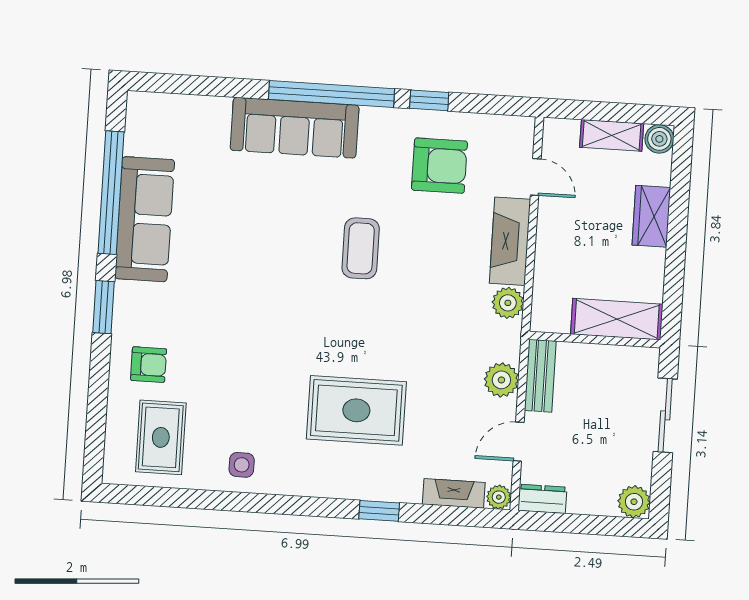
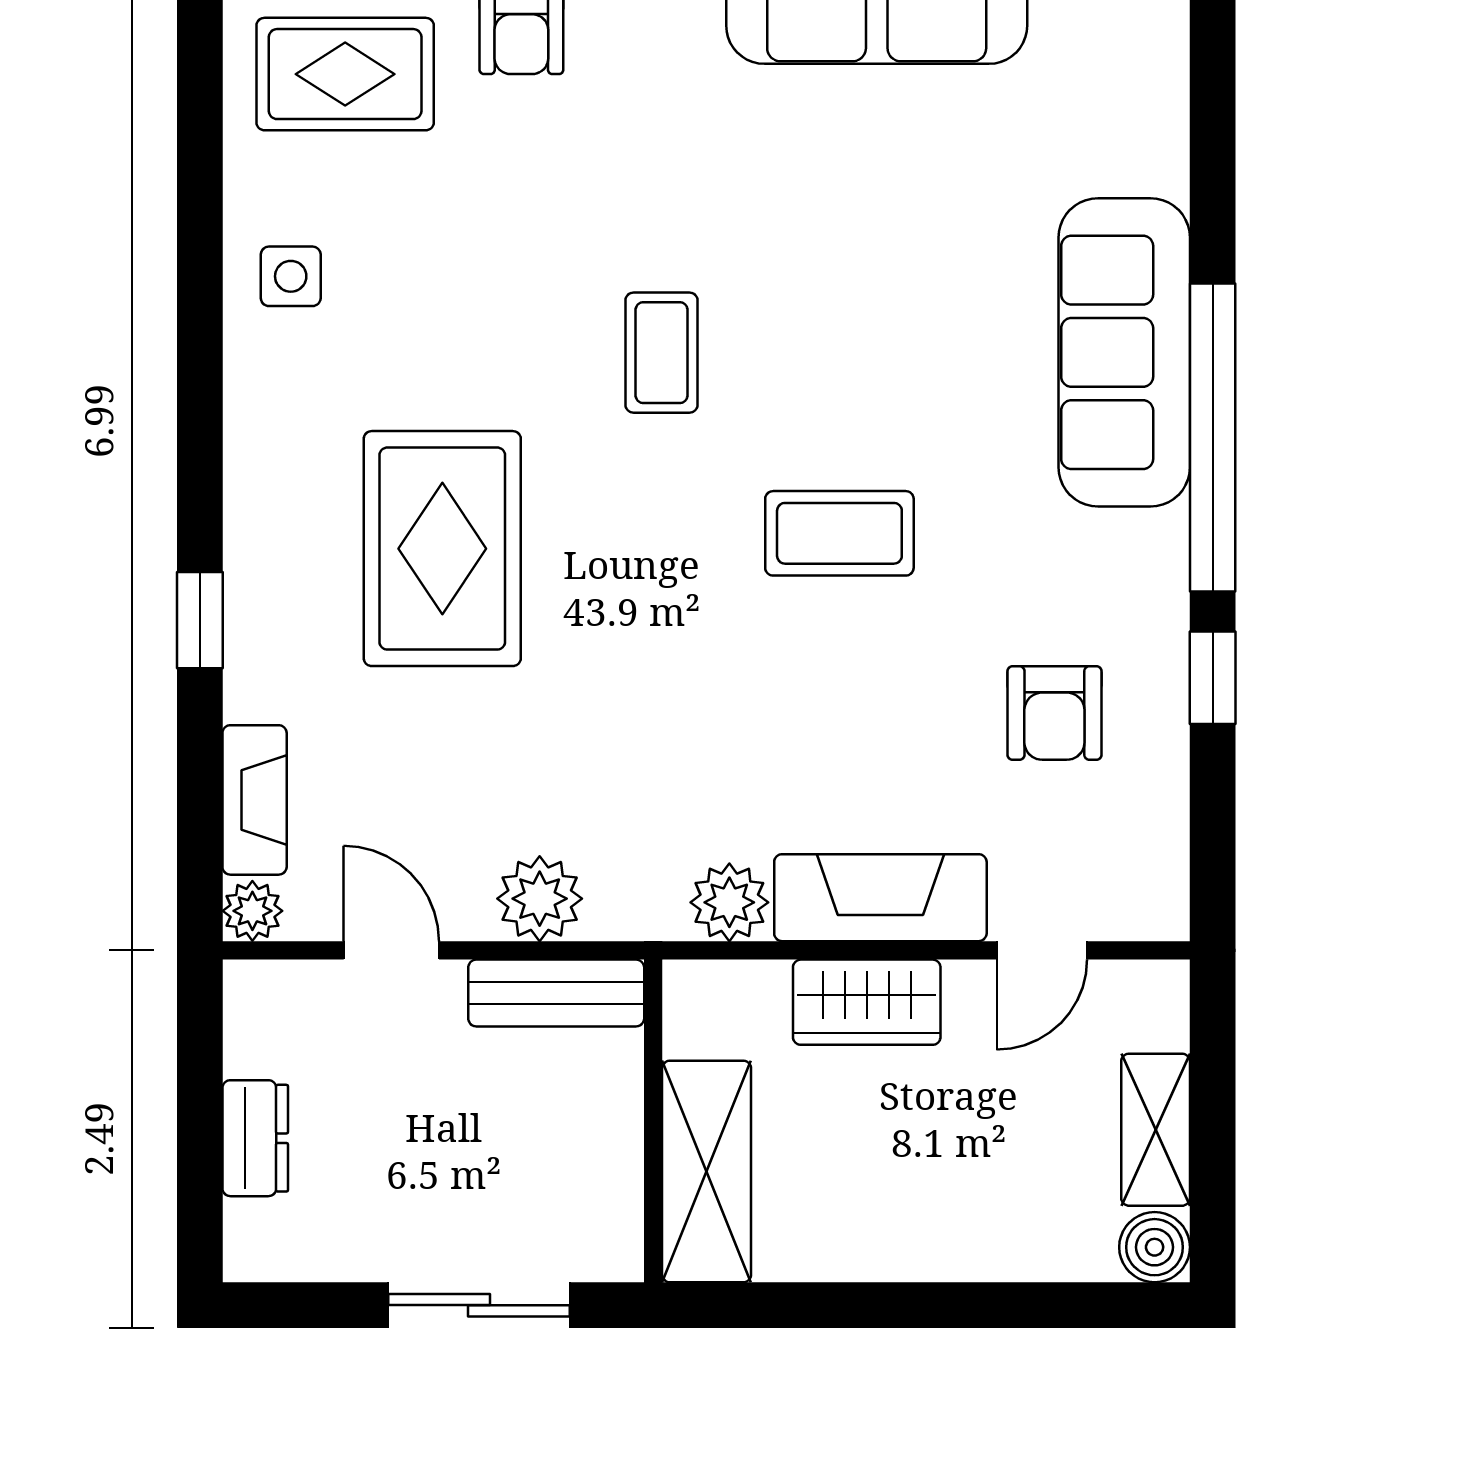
armchair: (439, 166) -> (1054, 713), width x0.72, depth x0.72
wardrobe: (651, 216) -> (867, 1002), moved, turned 180
coffee table: (282, 316) -> (662, 353), added
dresser: (542, 499) -> (255, 1138), moved
plant: (634, 502) -> (263, 1242), removed

